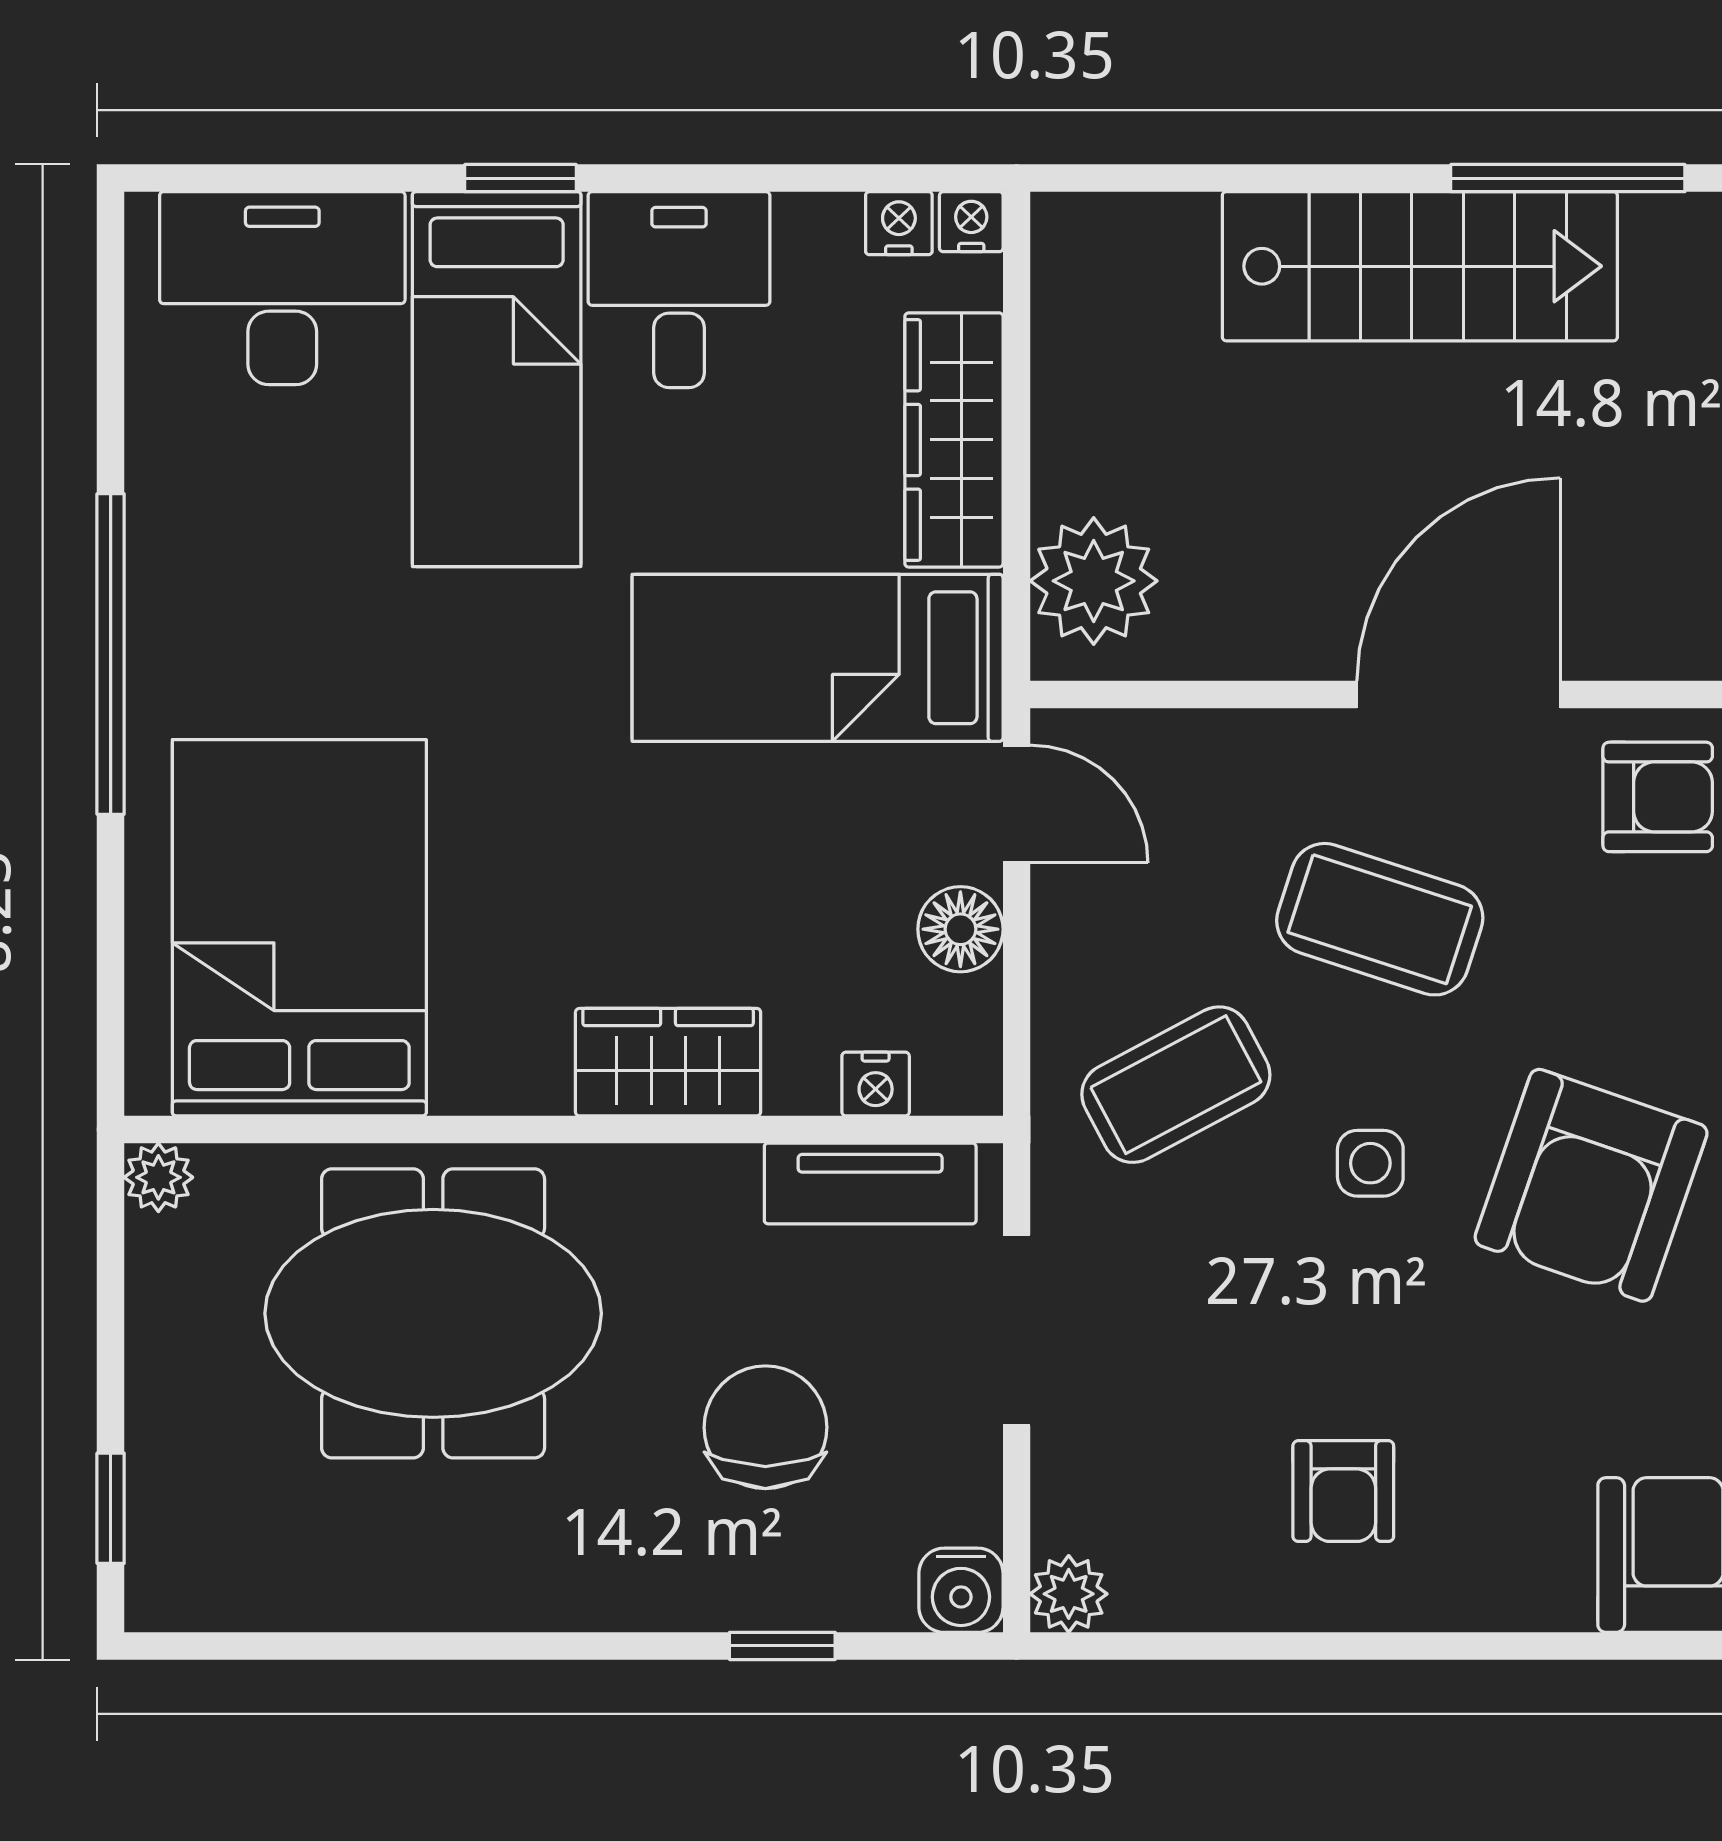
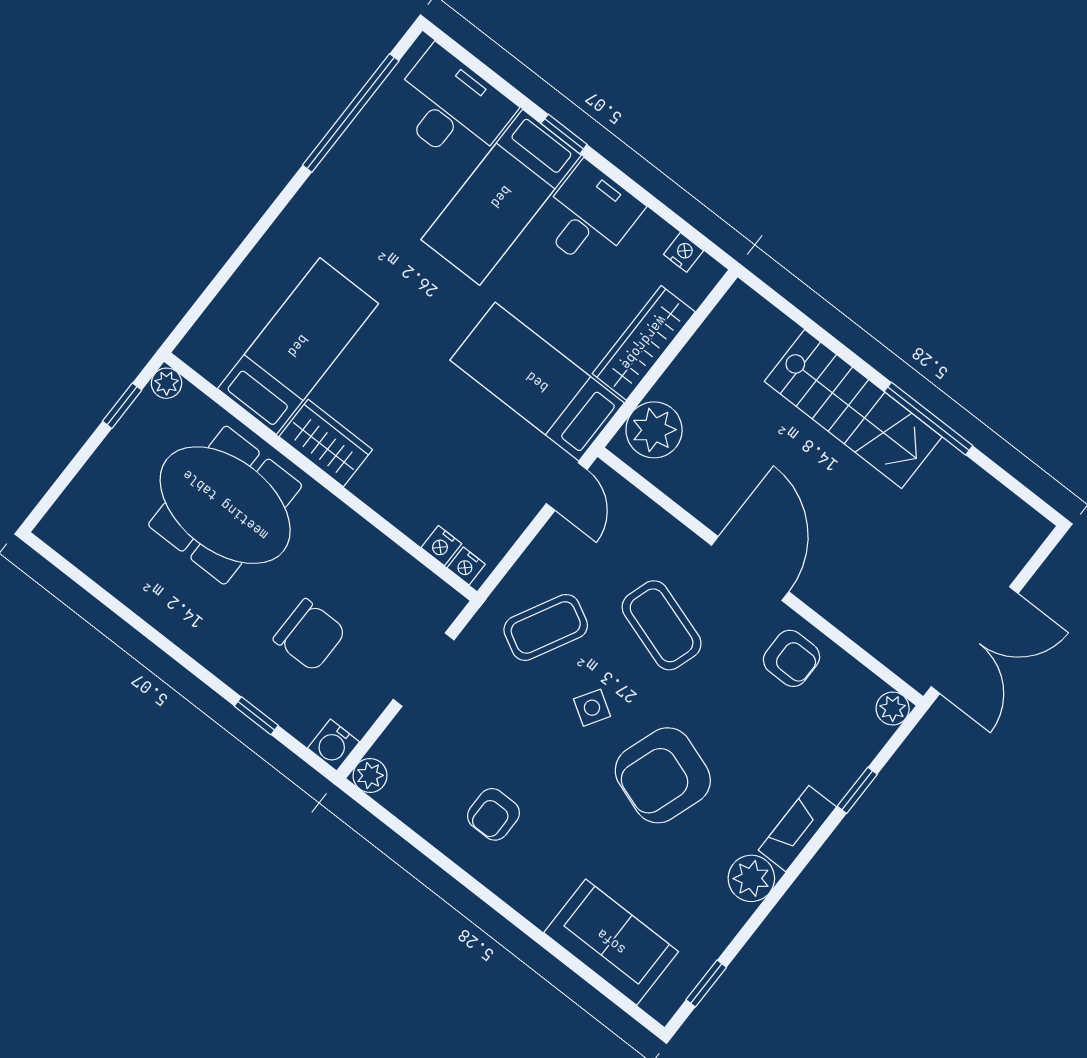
nightstand: (971, 222) -> (466, 566), moved, turned 180
window: (111, 654) -> (351, 113), moved
door: (1458, 695) -> (750, 569), hinge flipped
bed: (299, 928) -> (298, 346), width x0.67
floor lamp: (960, 929) -> (513, 515), removed
wardrobe: (668, 1062) -> (326, 443), moved
coffee table: (1176, 1085) -> (546, 627), turned -34
side table: (1370, 1163) -> (592, 708), turned 32
tv unit: (870, 1183) -> (412, 579), removed
chair: (765, 1427) -> (310, 635), turned 90
window: (111, 1508) -> (122, 406), moved

